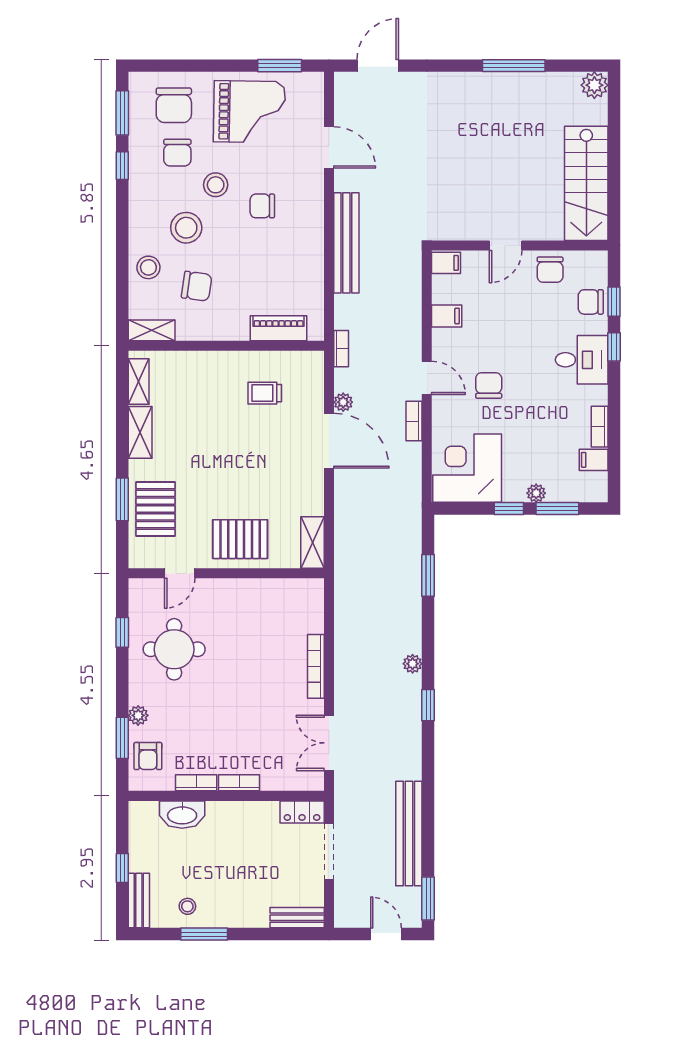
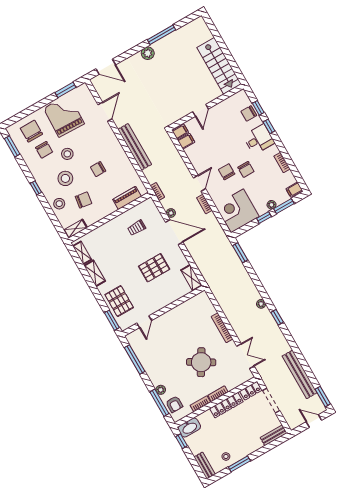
door: (378, 66) -> (106, 67), swing flipped
plant: (594, 85) -> (148, 53), moved
chair: (174, 105) -> (31, 131), turned 180
grand piano: (249, 112) -> (64, 116), turned -89
door: (329, 147) -> (105, 112), hinge flipped
window: (122, 166) -> (36, 188), moved
chair: (262, 206) -> (98, 169), moved
chair: (550, 270) -> (246, 169), moved
filing cabinet: (447, 316) -> (186, 141), moved
door: (427, 378) -> (199, 183), hinge flipped
filing cabinet: (594, 460) -> (294, 190), moved
window: (122, 499) -> (112, 320), moved
pallet: (240, 539) -> (154, 268), moved
window: (428, 575) -> (240, 253), moved
window: (122, 632) -> (135, 360), width x2.17
round table: (174, 649) -> (201, 362), moved, turned 31
window: (122, 738) -> (159, 403), width x1.44
double door: (329, 743) -> (245, 356), swing flipped
locker: (242, 813) -> (226, 405), added
washbasin: (182, 815) -> (189, 427), moved
window: (122, 868) -> (182, 441), moved

